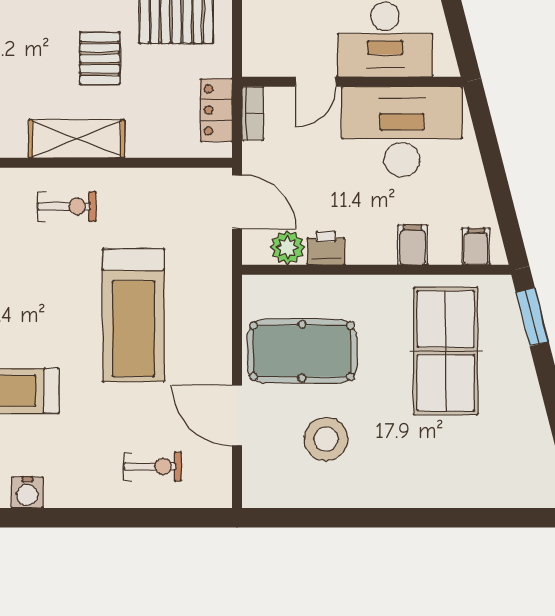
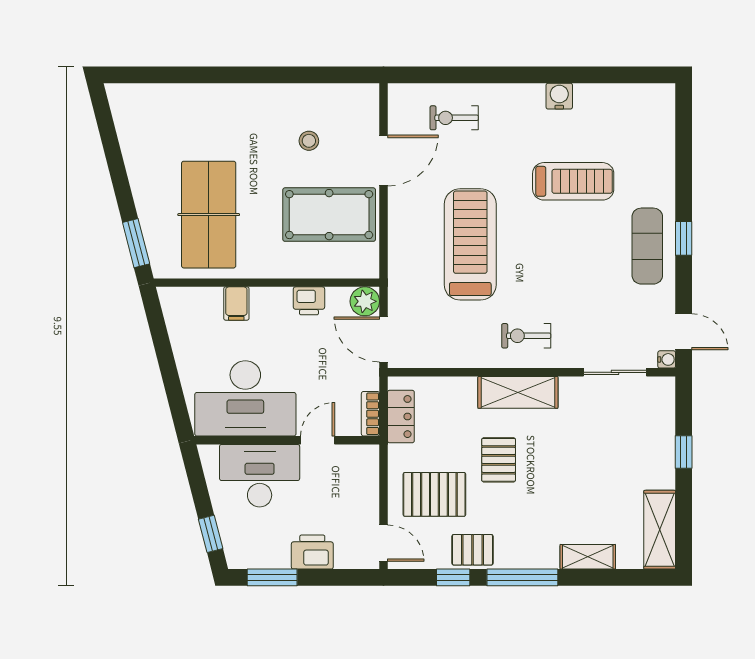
filing cabinet: (476, 246) -> (183, 302), removed
plant: (287, 247) -> (365, 301), moved
door: (237, 415) -> (383, 161), hinge flipped
stool: (326, 439) -> (309, 141), width x0.53, depth x0.53

